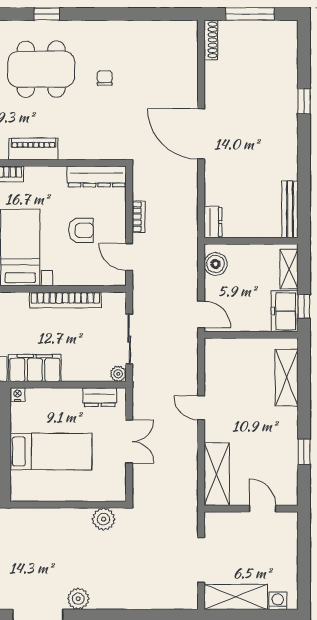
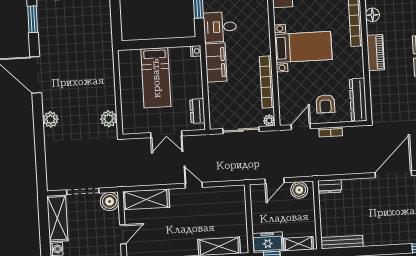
armchair: (81, 230) -> (325, 104), moved
door: (201, 314) -> (275, 181), moved
plant: (118, 374) -> (269, 121), moved
door: (201, 408) -> (194, 185), hinge flipped
boiler: (217, 524) -> (110, 201), added
plant: (78, 599) -> (51, 119), moved

